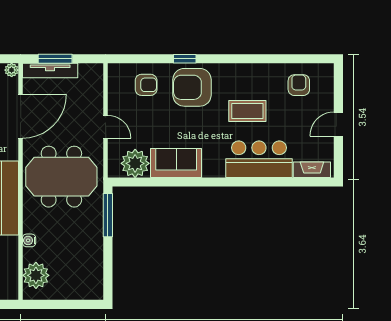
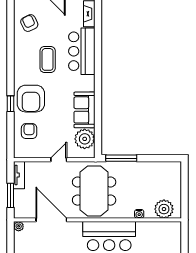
tv unit: (50, 71) -> (19, 175), moved, width x0.71
armchair: (299, 85) -> (29, 23), turned 65

